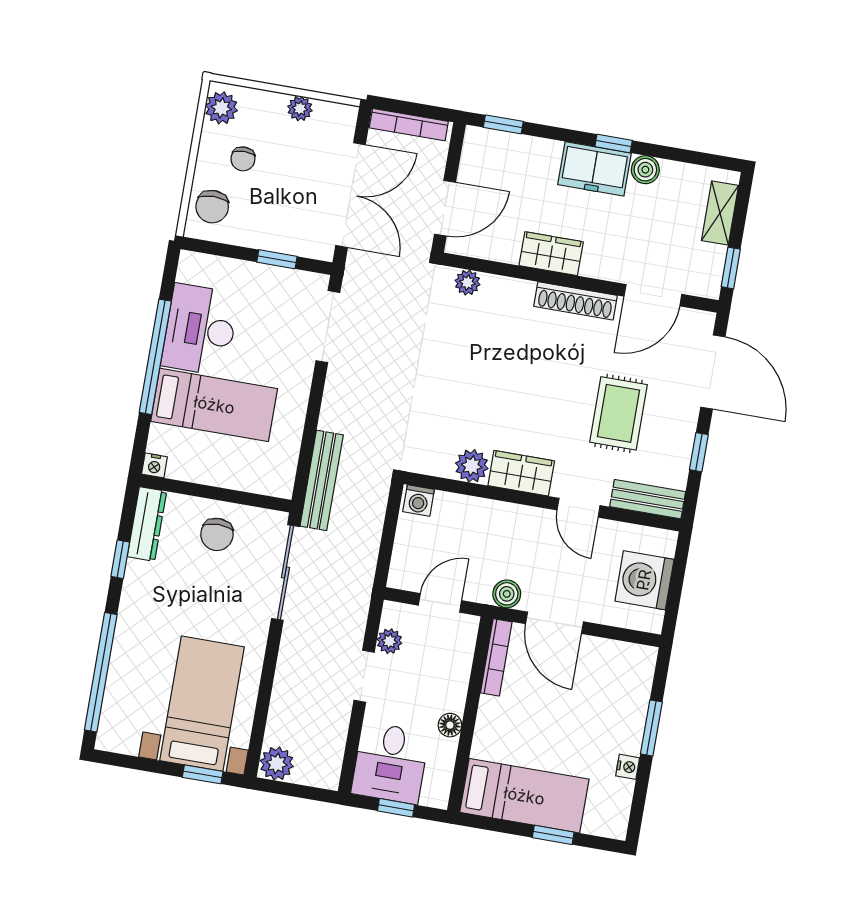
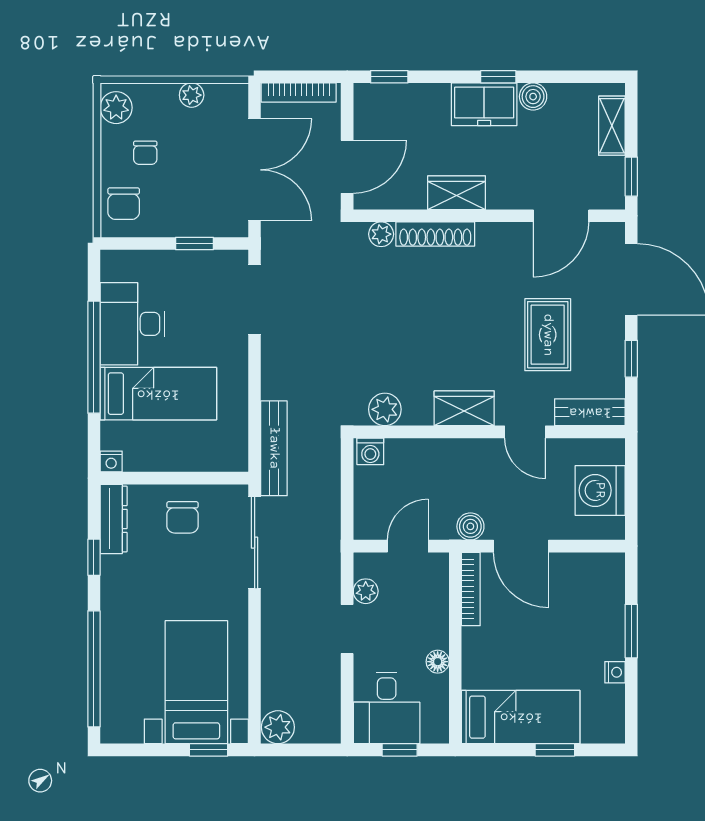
shoe rack: (575, 301) -> (435, 234), moved
plant: (472, 466) -> (385, 409), moved

